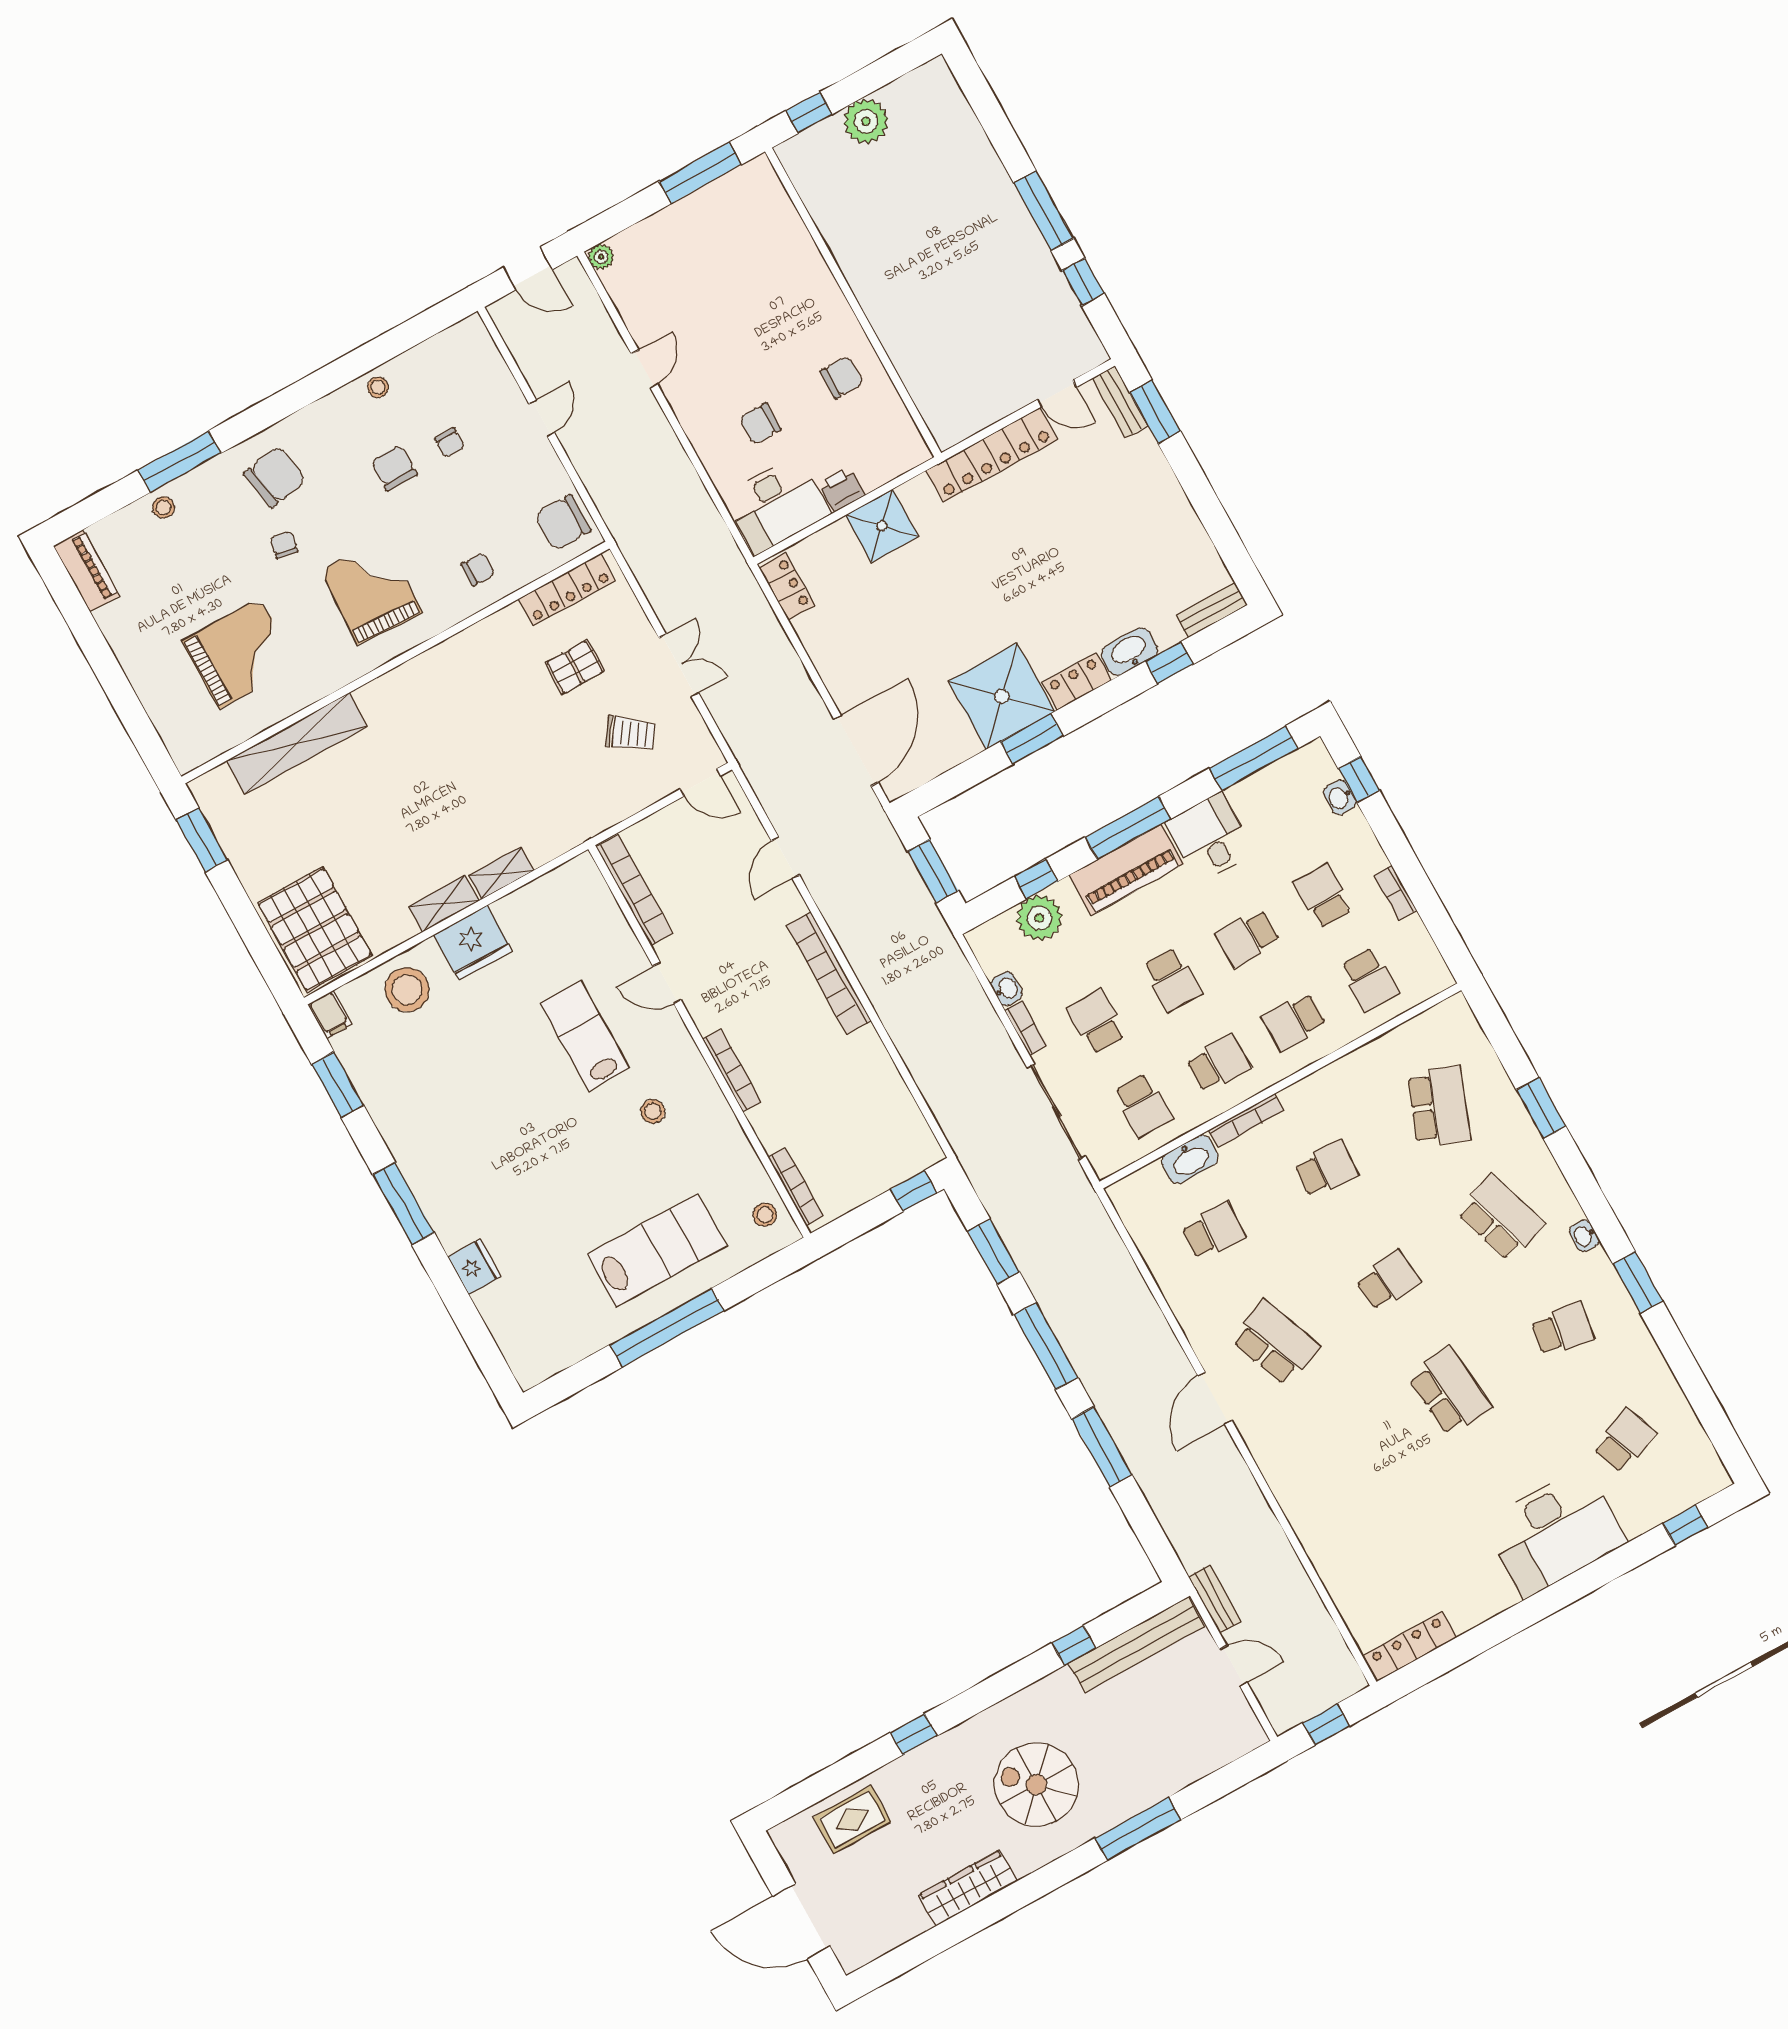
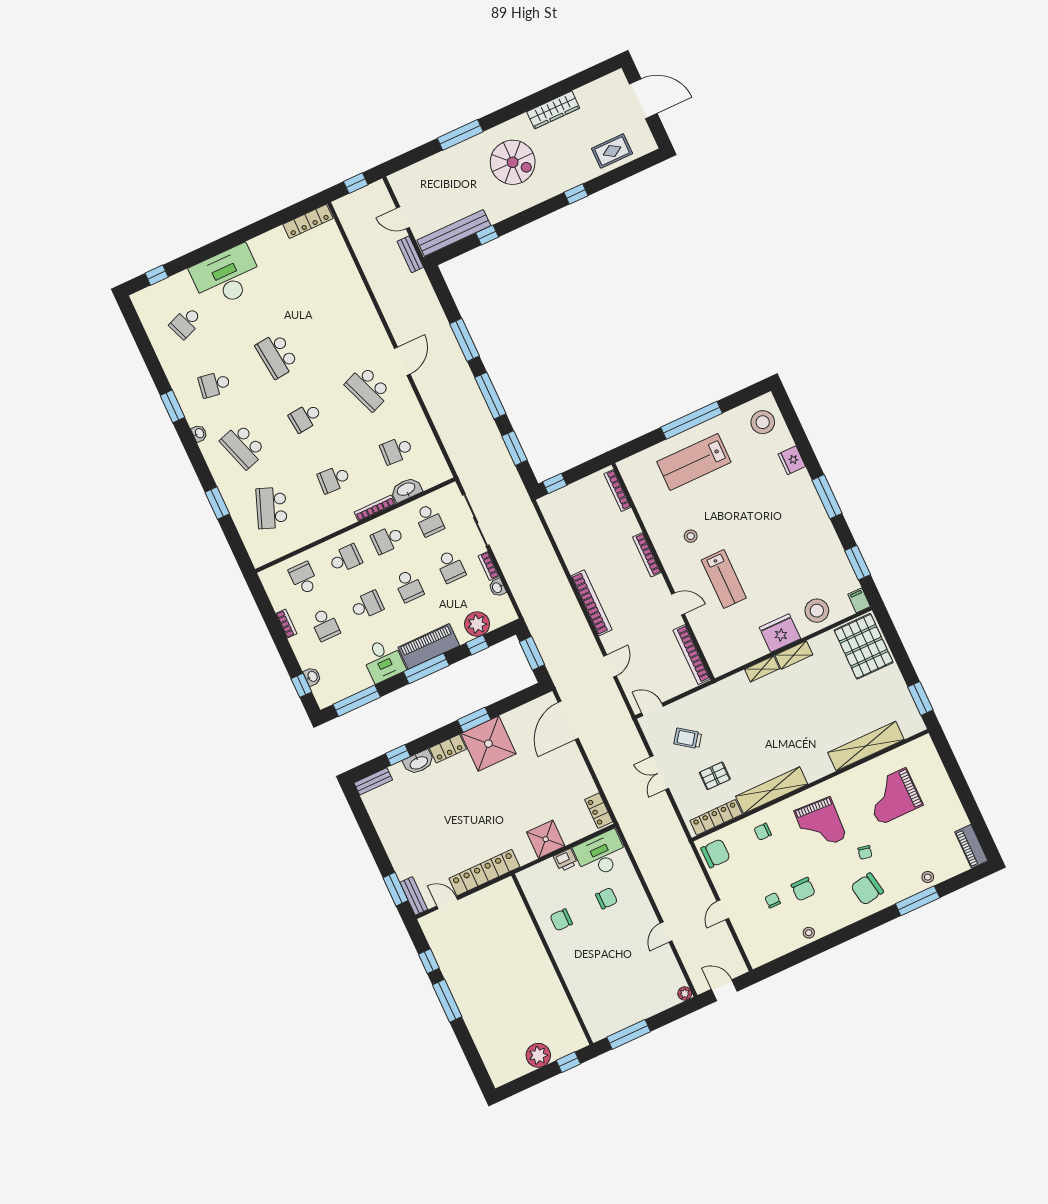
shelving: (467, 648) -> (772, 790), added
school desk: (1172, 980) -> (409, 586), turned 180
school desk: (1143, 1105) -> (429, 520), turned 180
stool: (765, 1215) -> (763, 422), moved, width x1.89, depth x1.89

